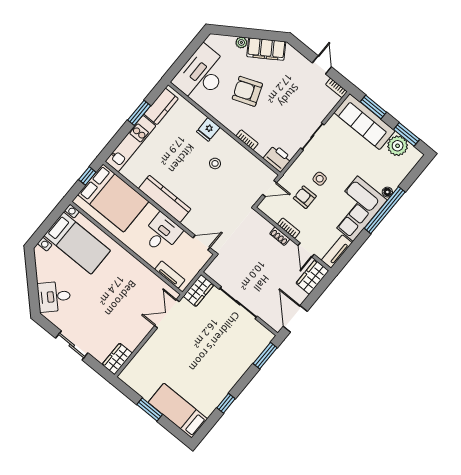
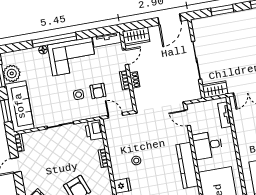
window: (265, 356) -> (222, 10), moved

